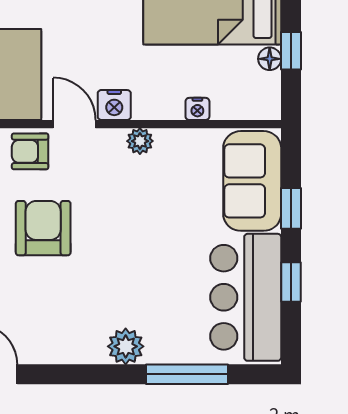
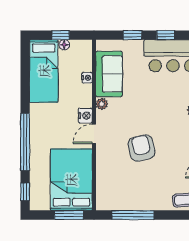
armchair: (30, 151) -> (106, 154), removed
sofa: (252, 181) -> (109, 74), moved, turned -90
armchair: (43, 228) -> (141, 148), turned 78

